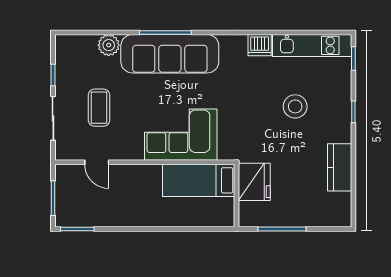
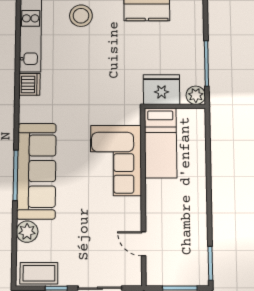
stool: (295, 106) -> (81, 16), moved
coffee table: (99, 108) -> (39, 273), moved
door: (97, 162) -> (144, 244), swing flipped
plant: (248, 217) -> (196, 95), added

